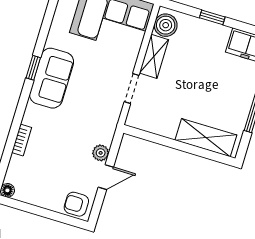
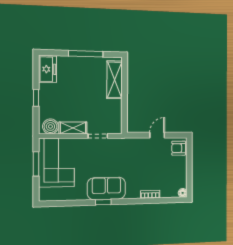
plant: (101, 153) -> (143, 143), removed
door: (106, 177) -> (157, 135), hinge flipped
armchair: (76, 204) -> (179, 148), turned 90

